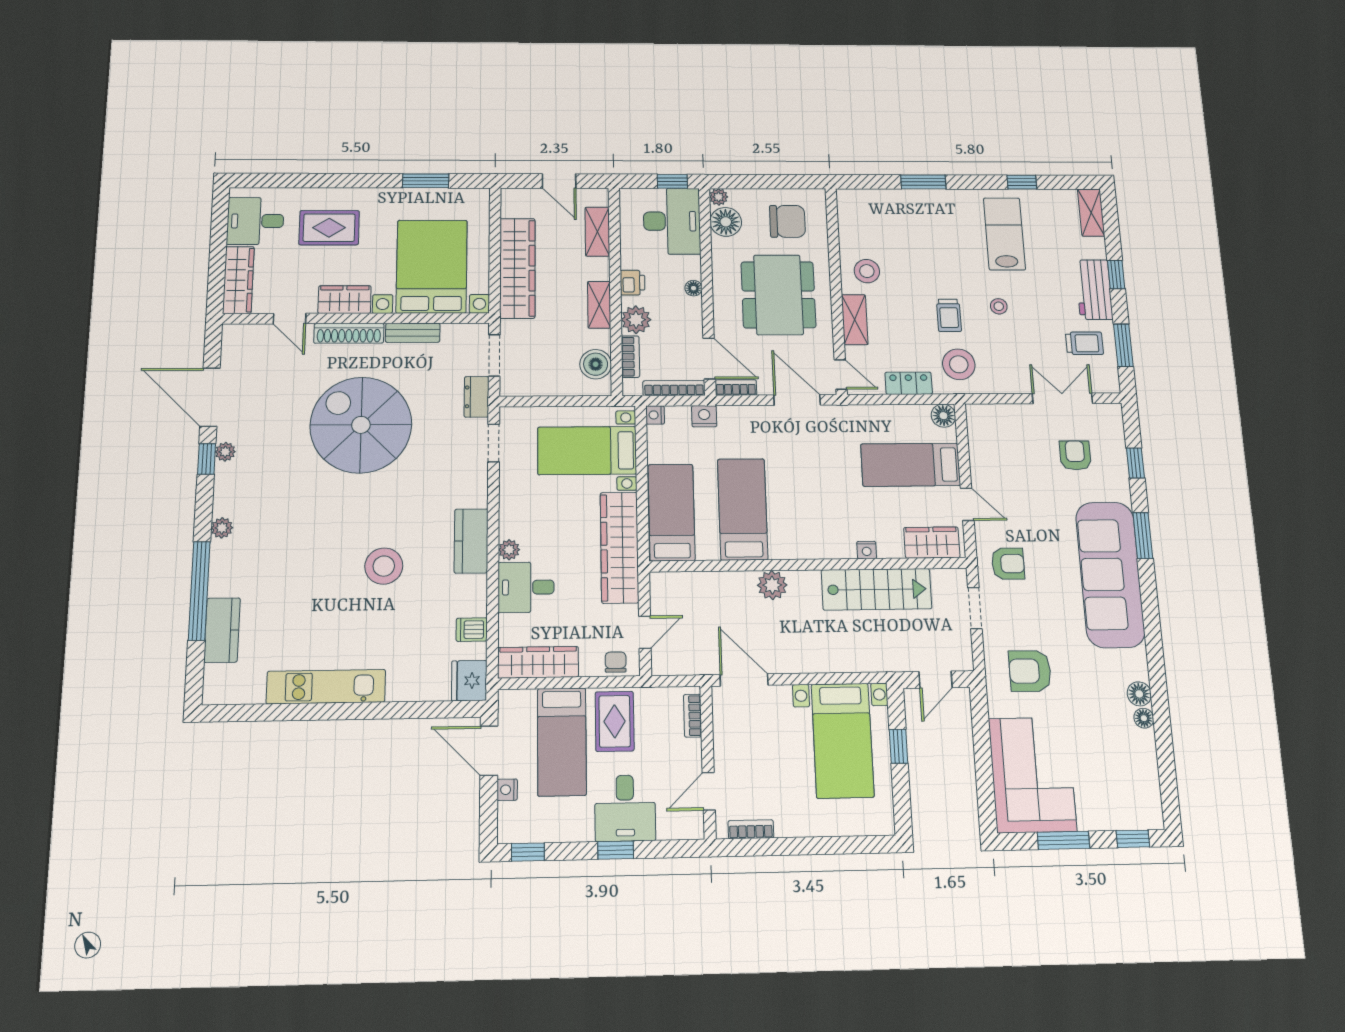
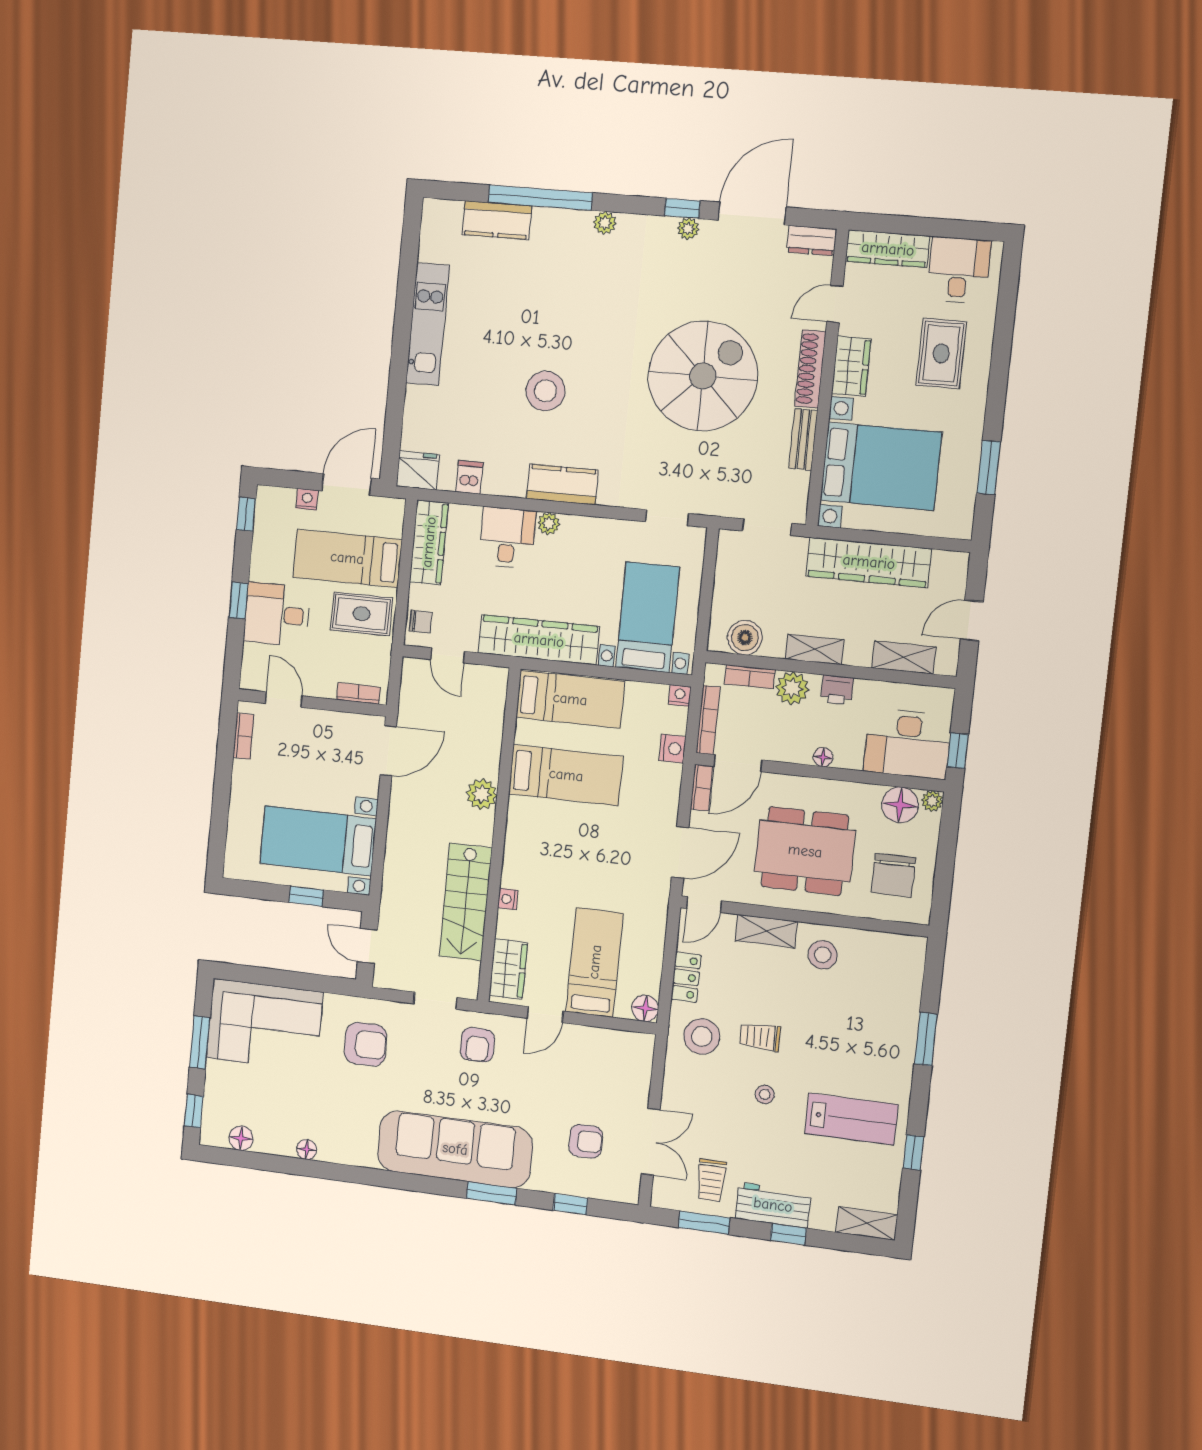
dresser: (477, 397) -> (812, 240), moved, turned 180
armchair: (1030, 671) -> (366, 1044), turned 90
floor lamp: (1139, 694) -> (241, 1138), moved

